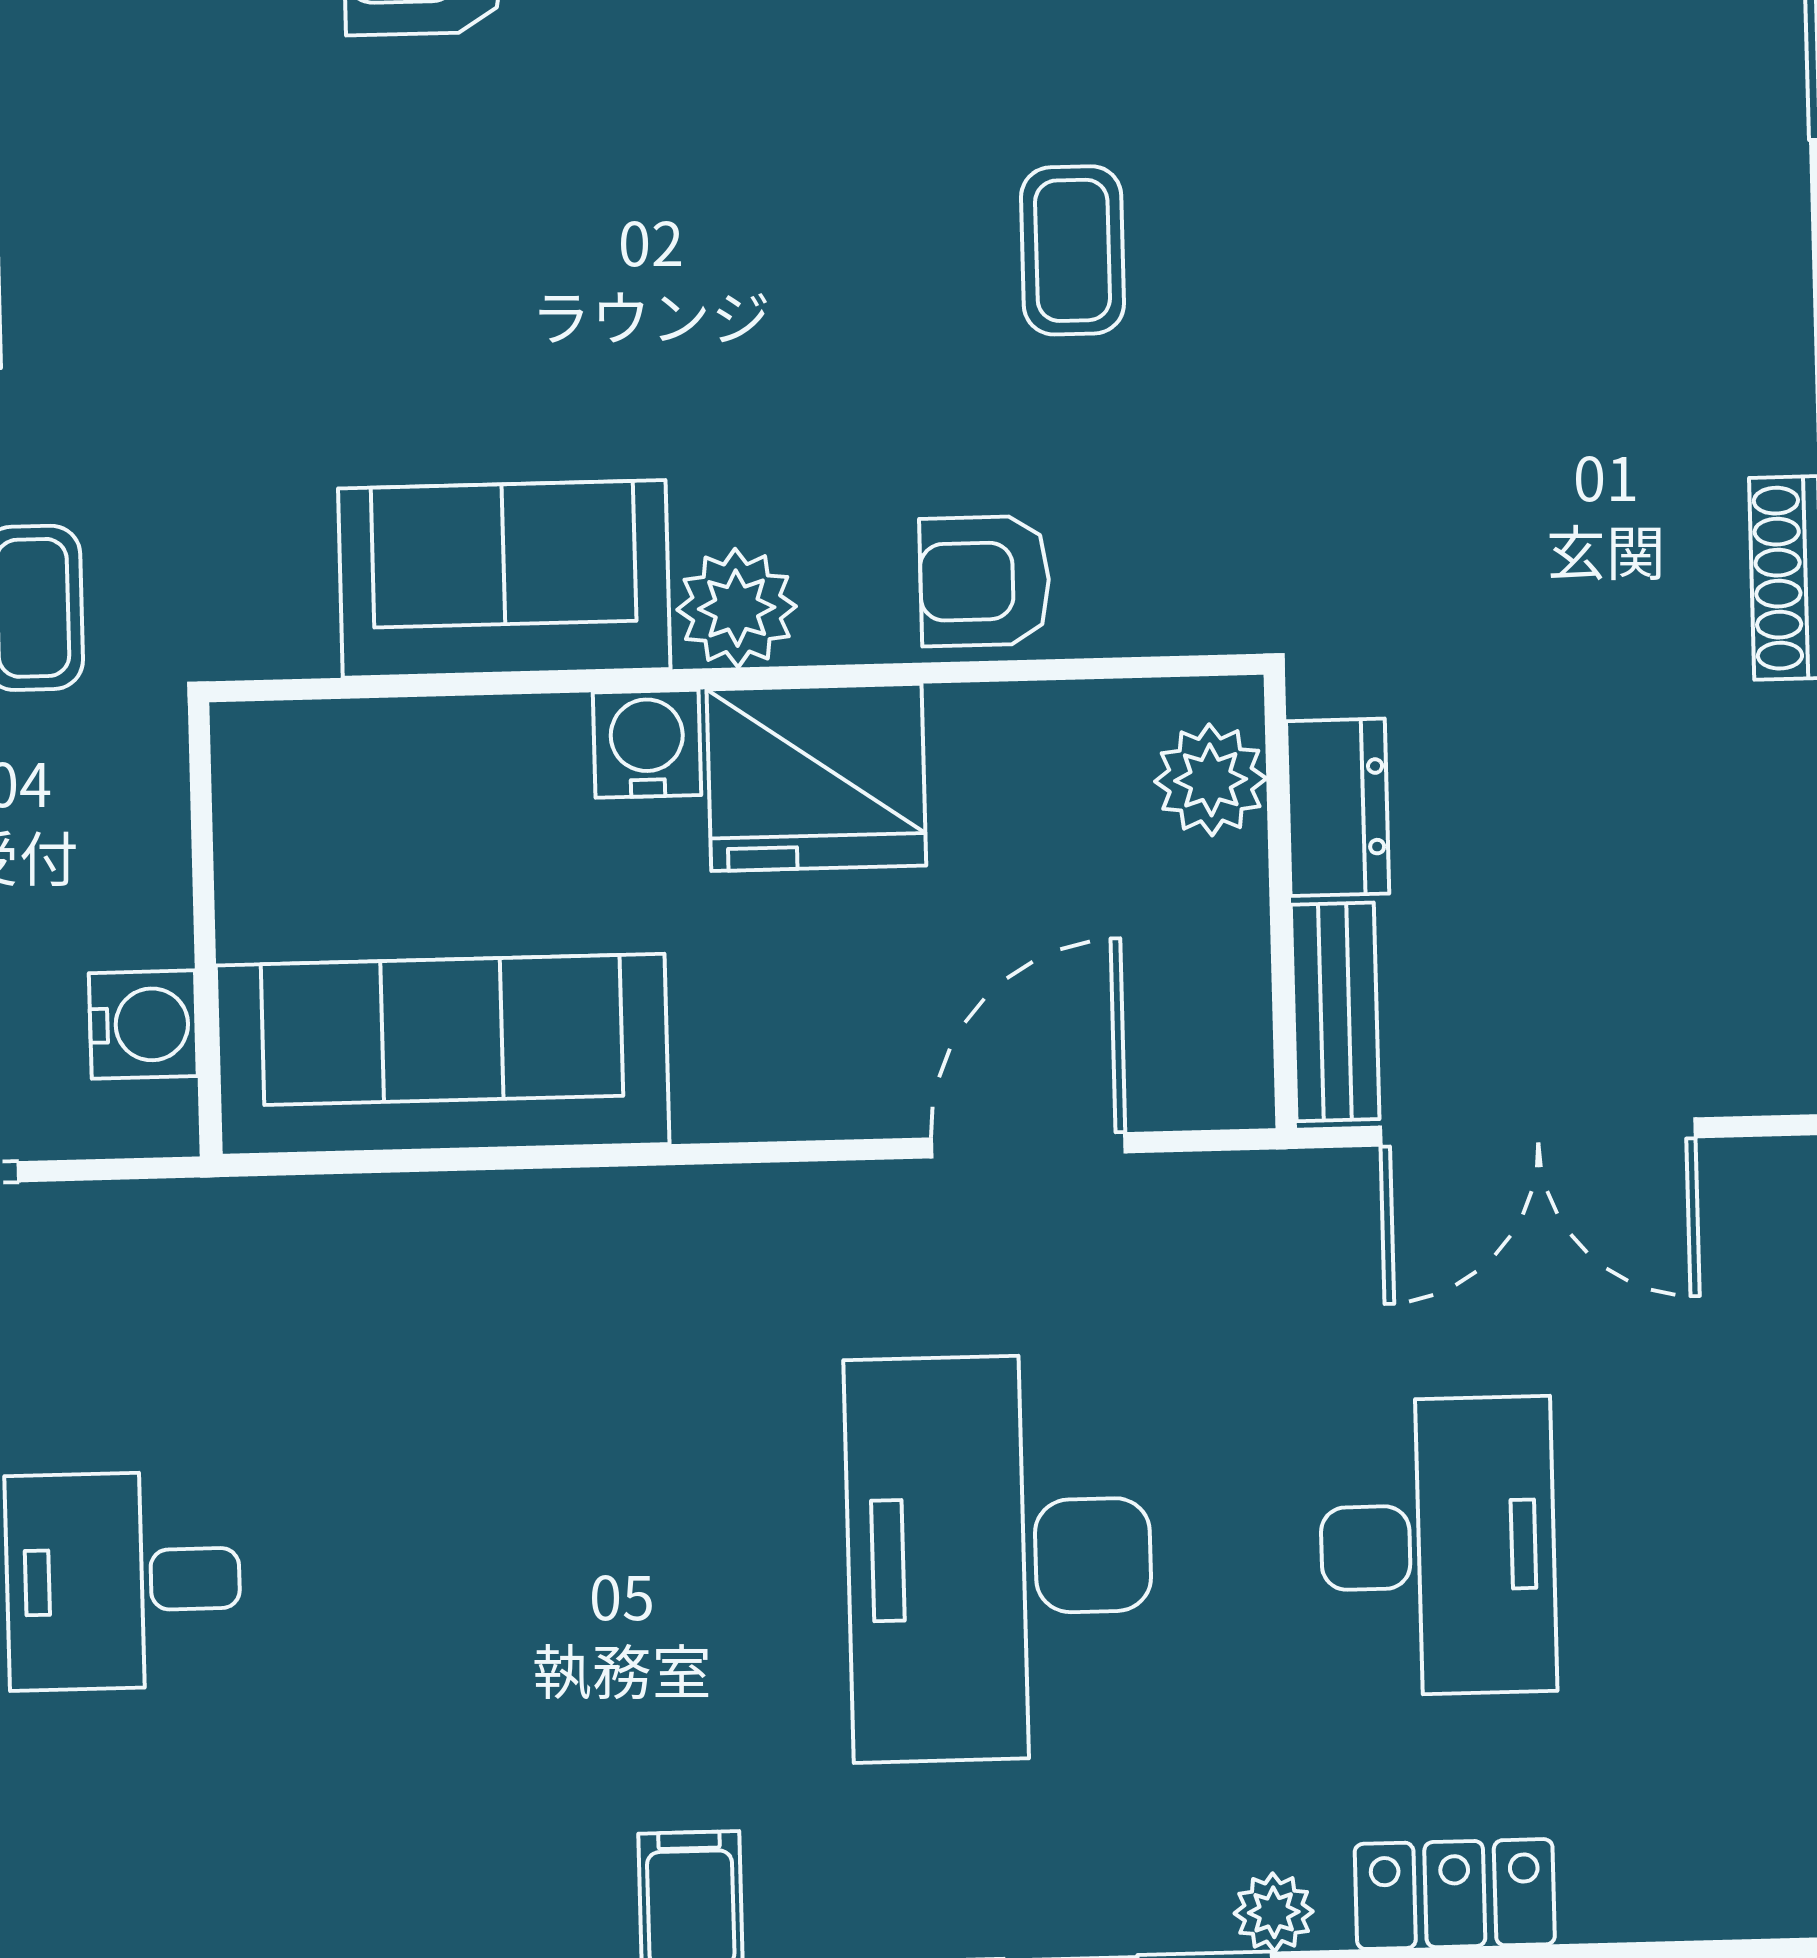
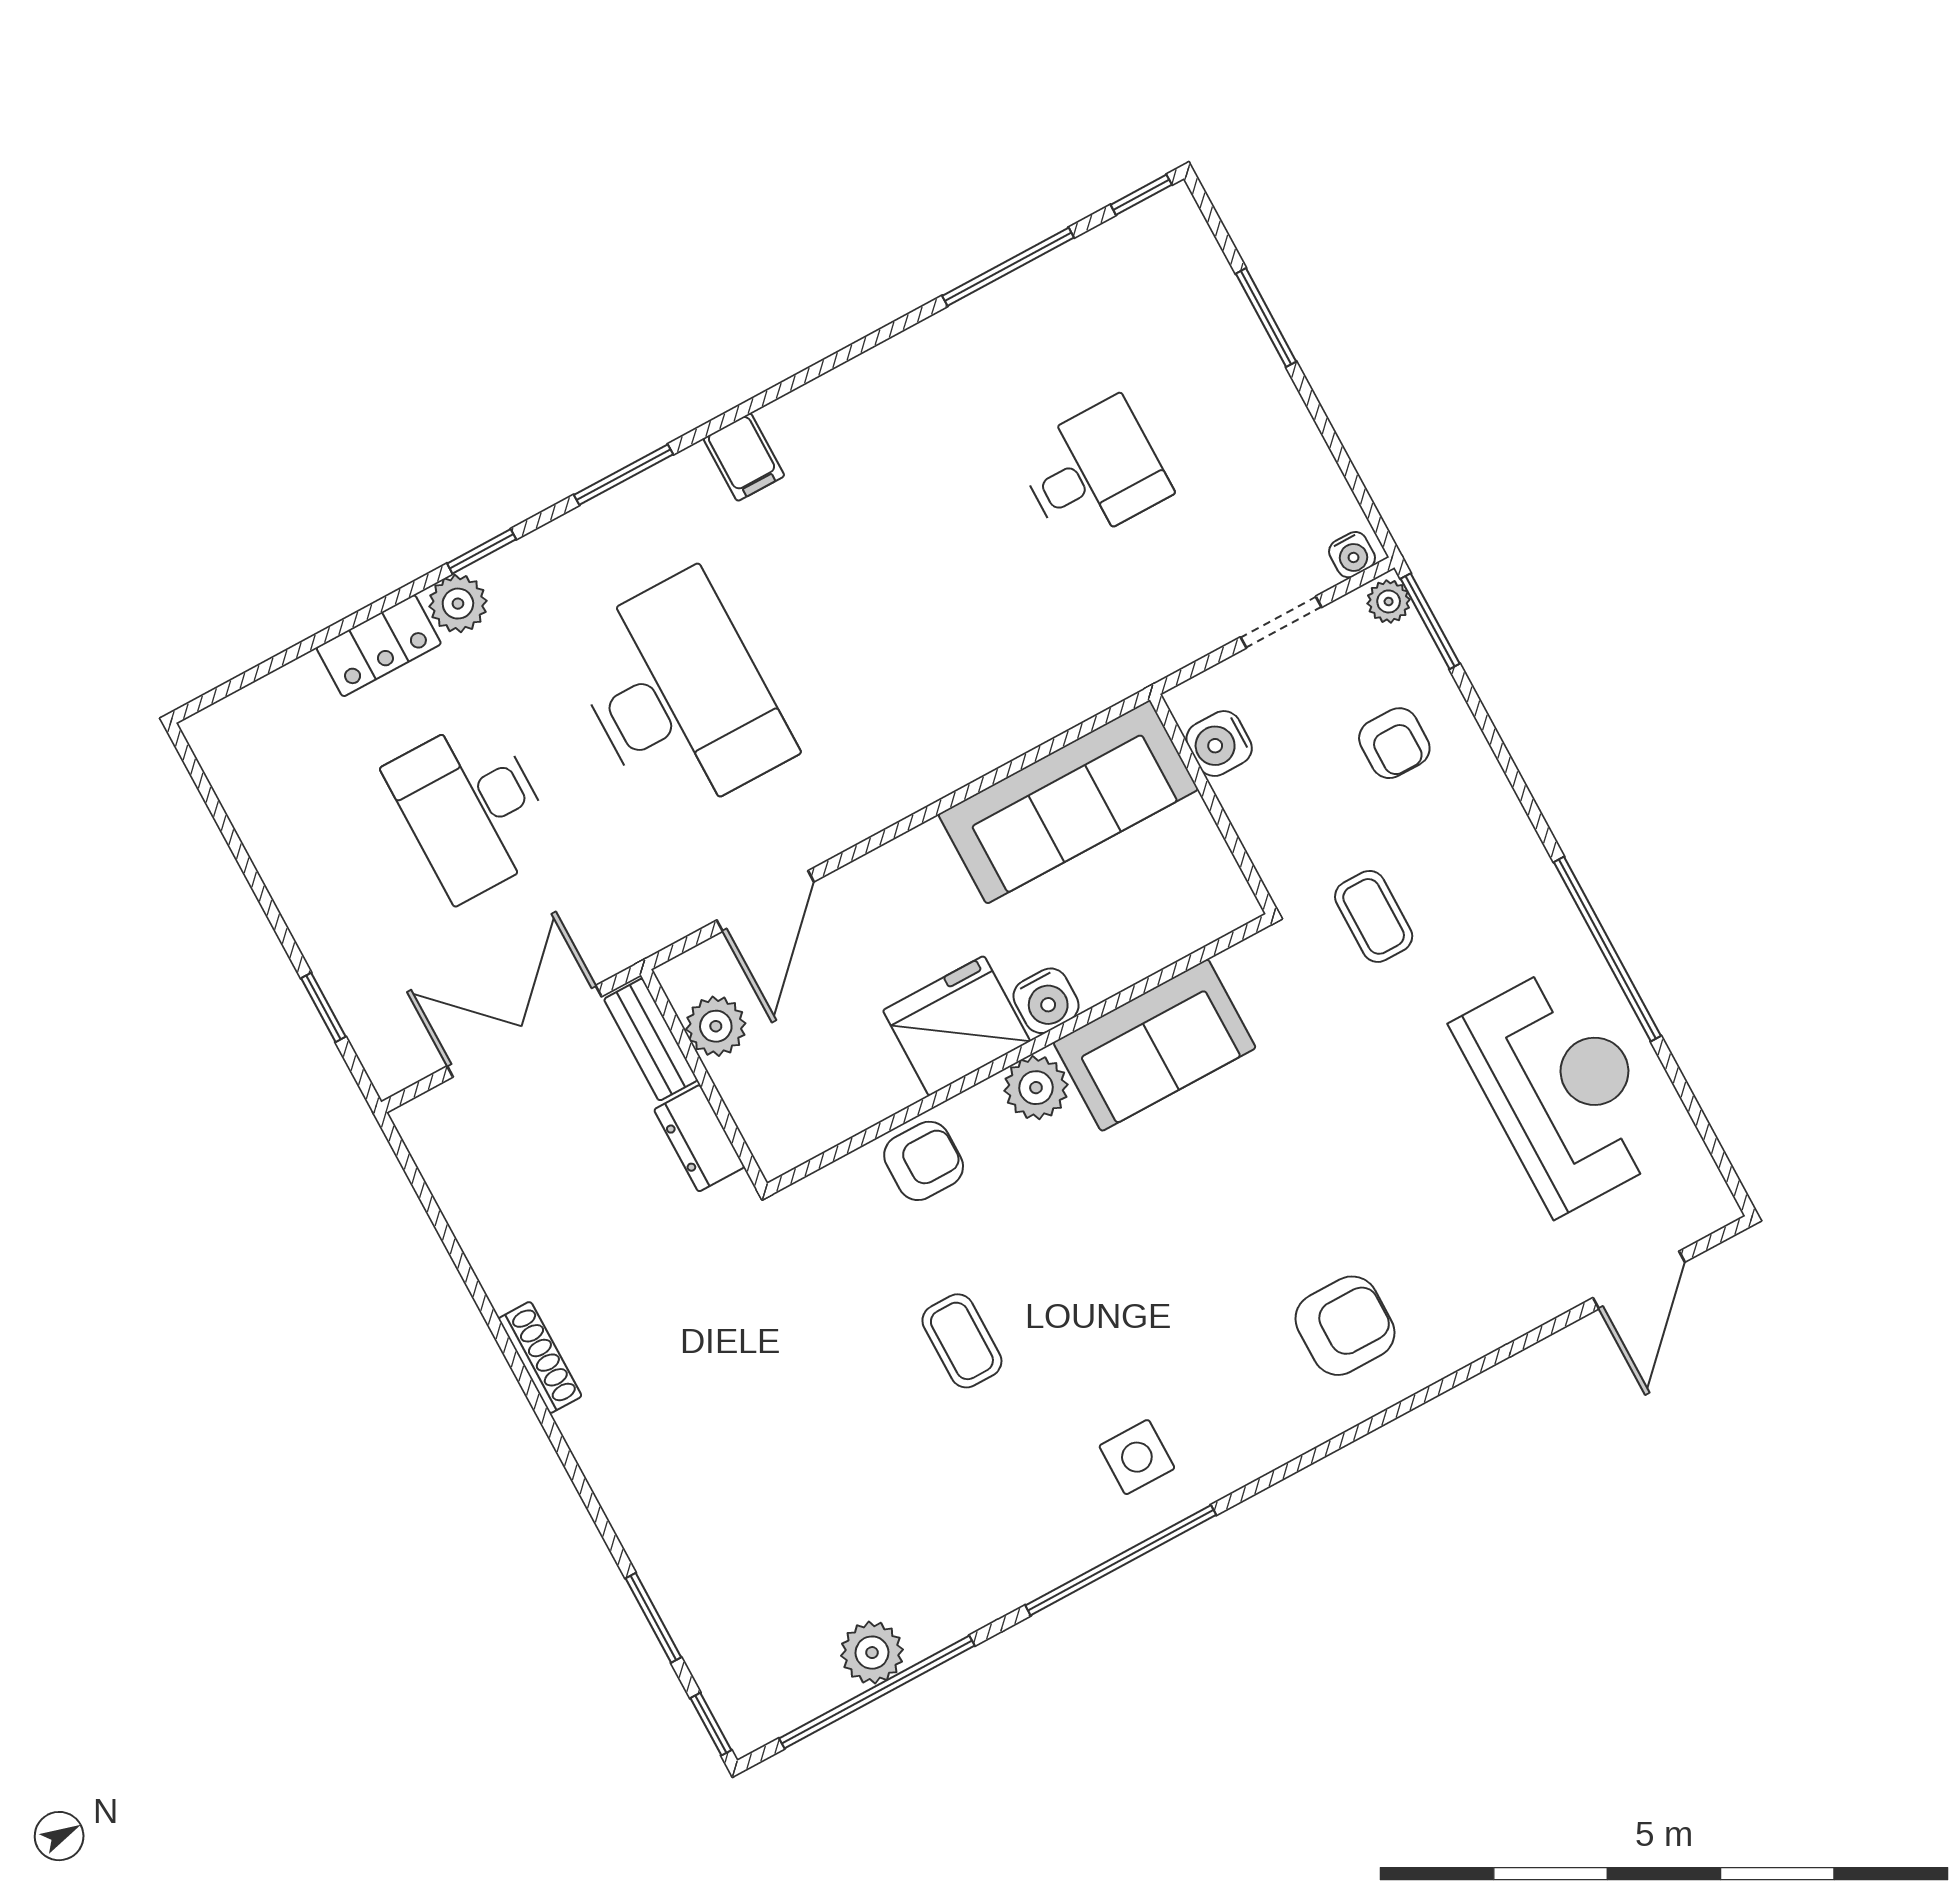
plant: (1211, 780) -> (716, 1026), moved
plant: (1274, 1912) -> (458, 604), width x1.38, depth x1.38

